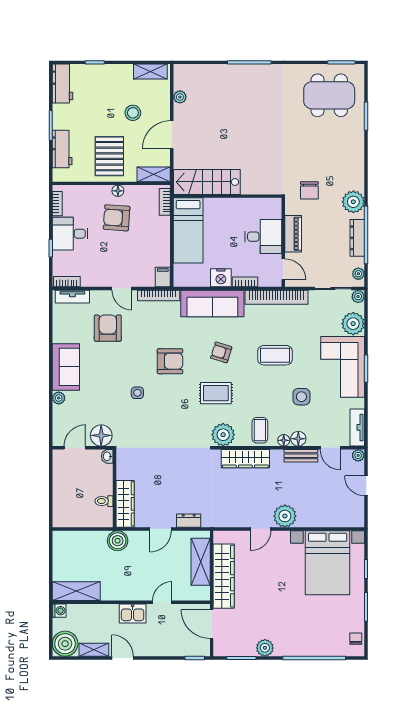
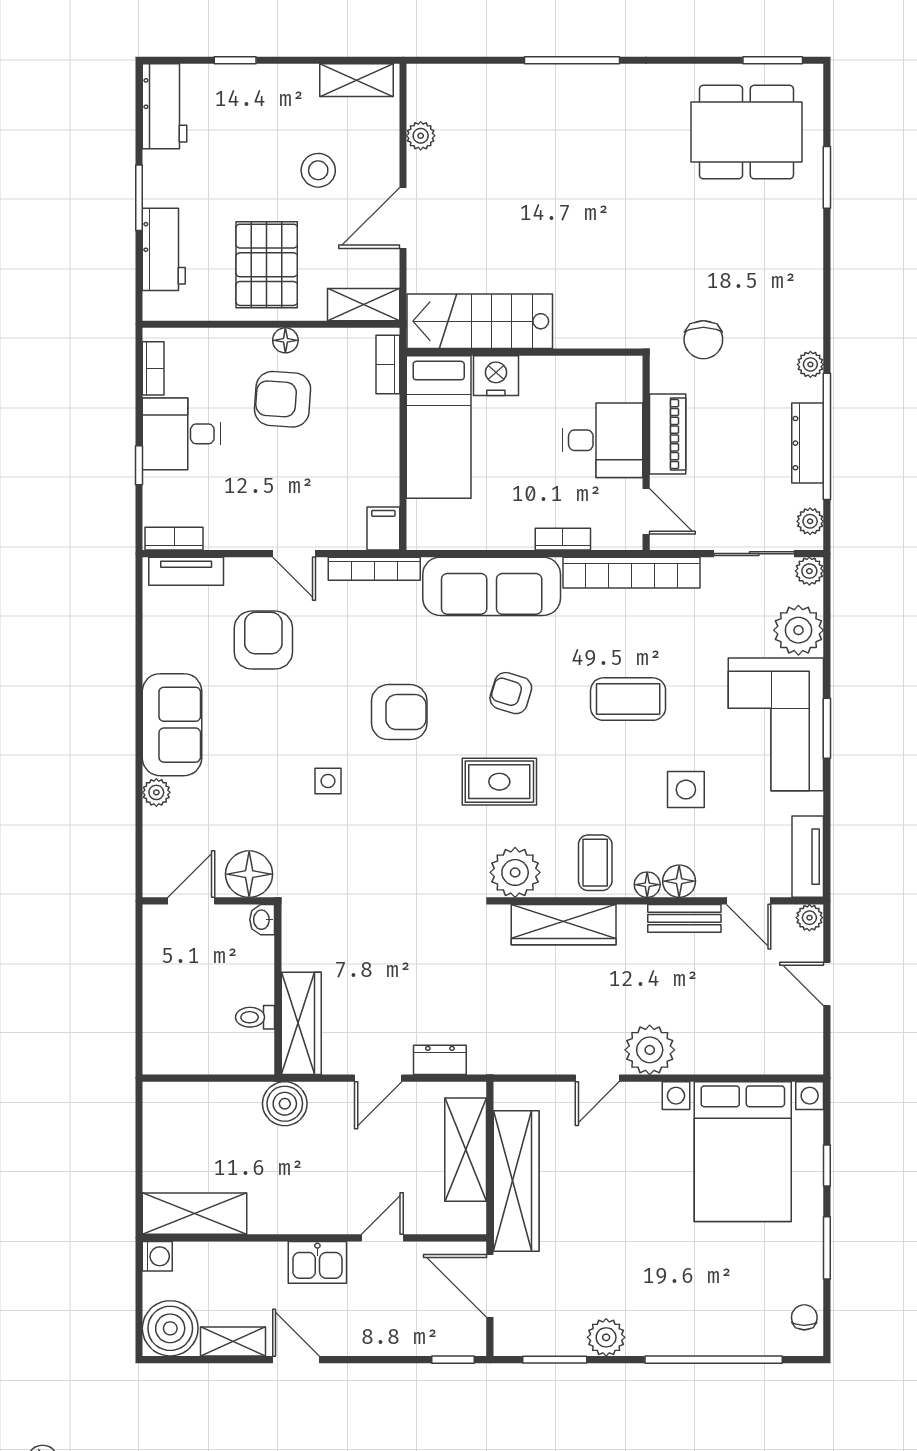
plant: (353, 202) -> (810, 364), width x0.53, depth x0.53
nightstand: (221, 278) -> (496, 376), moved, turned 180

